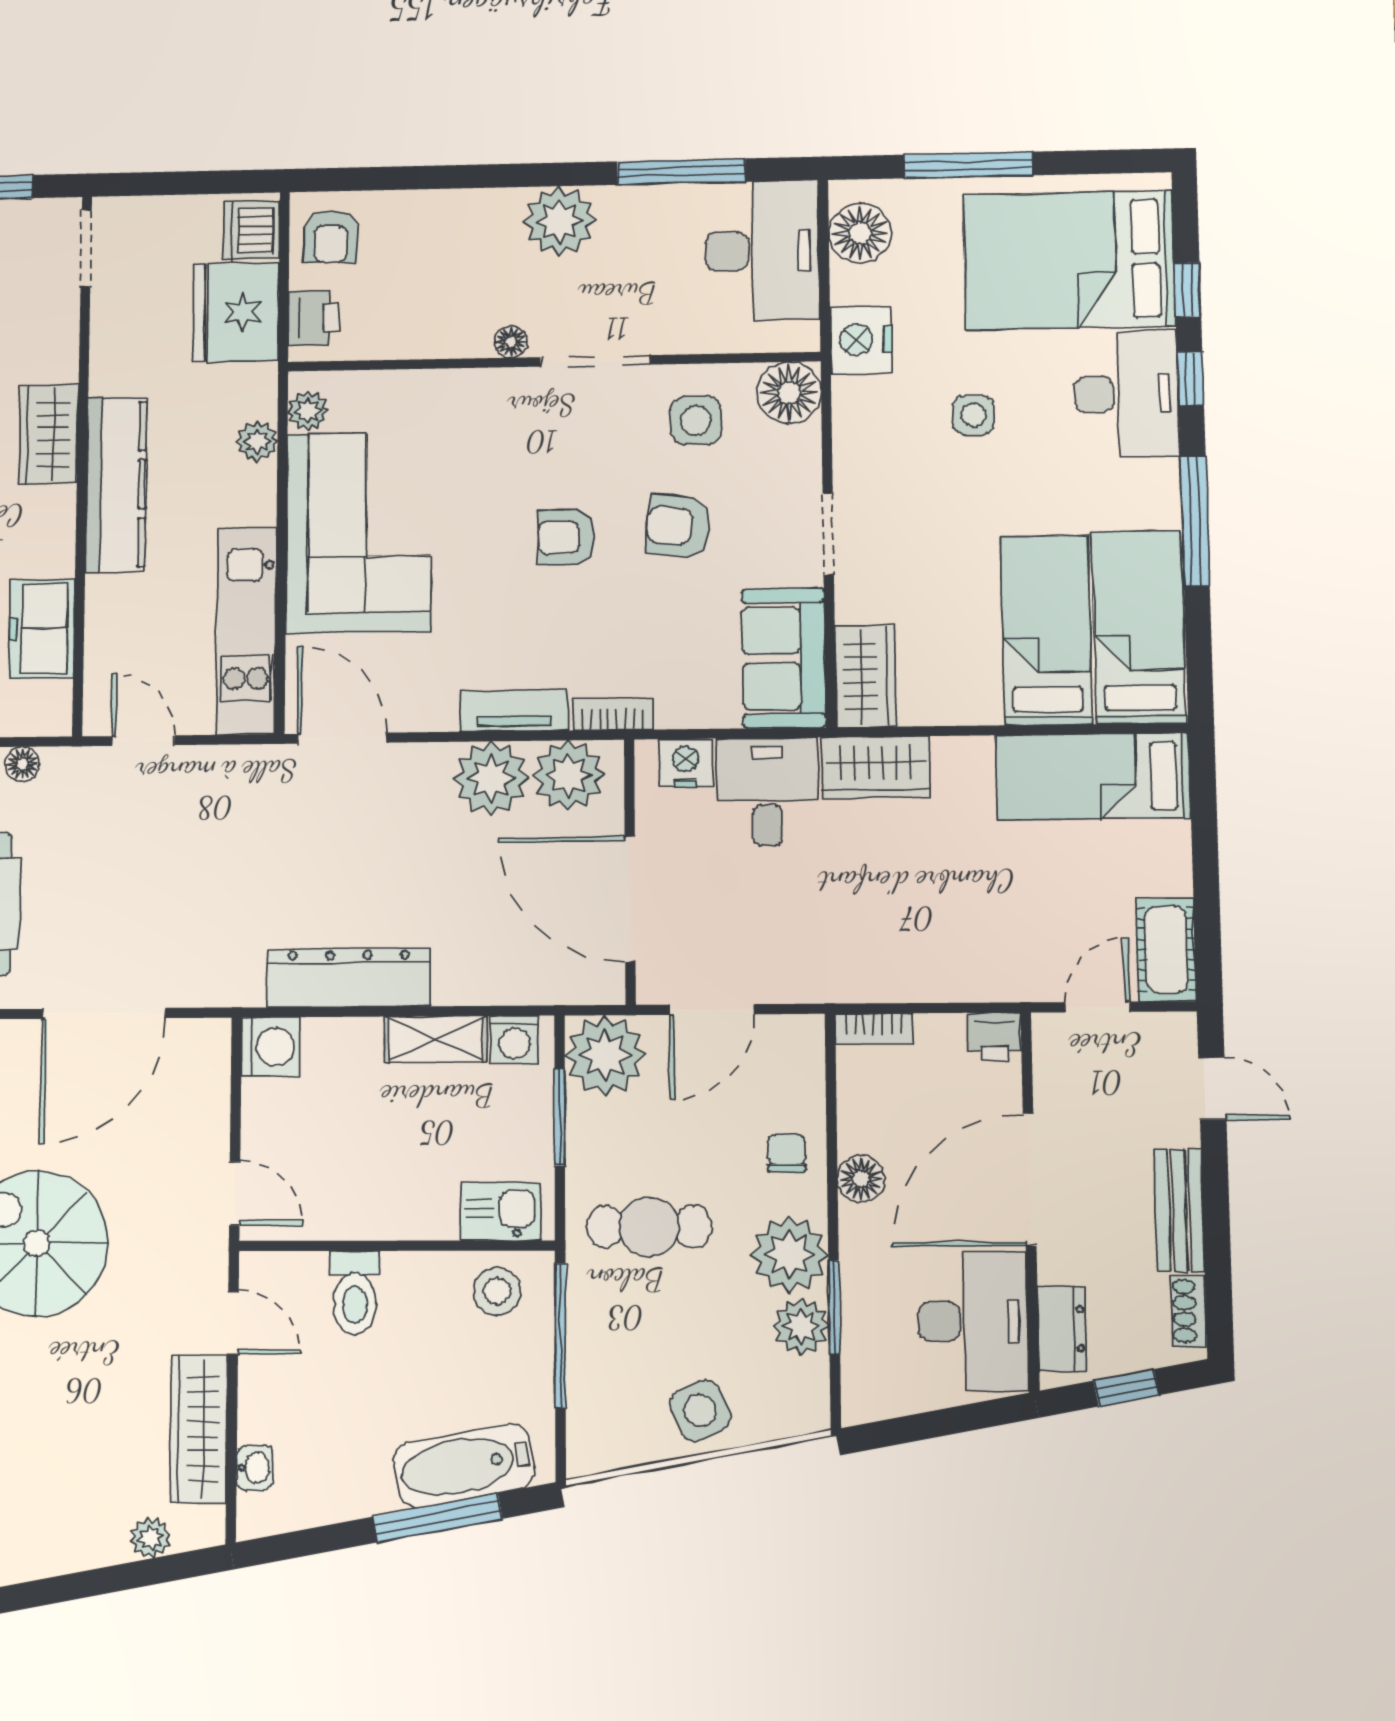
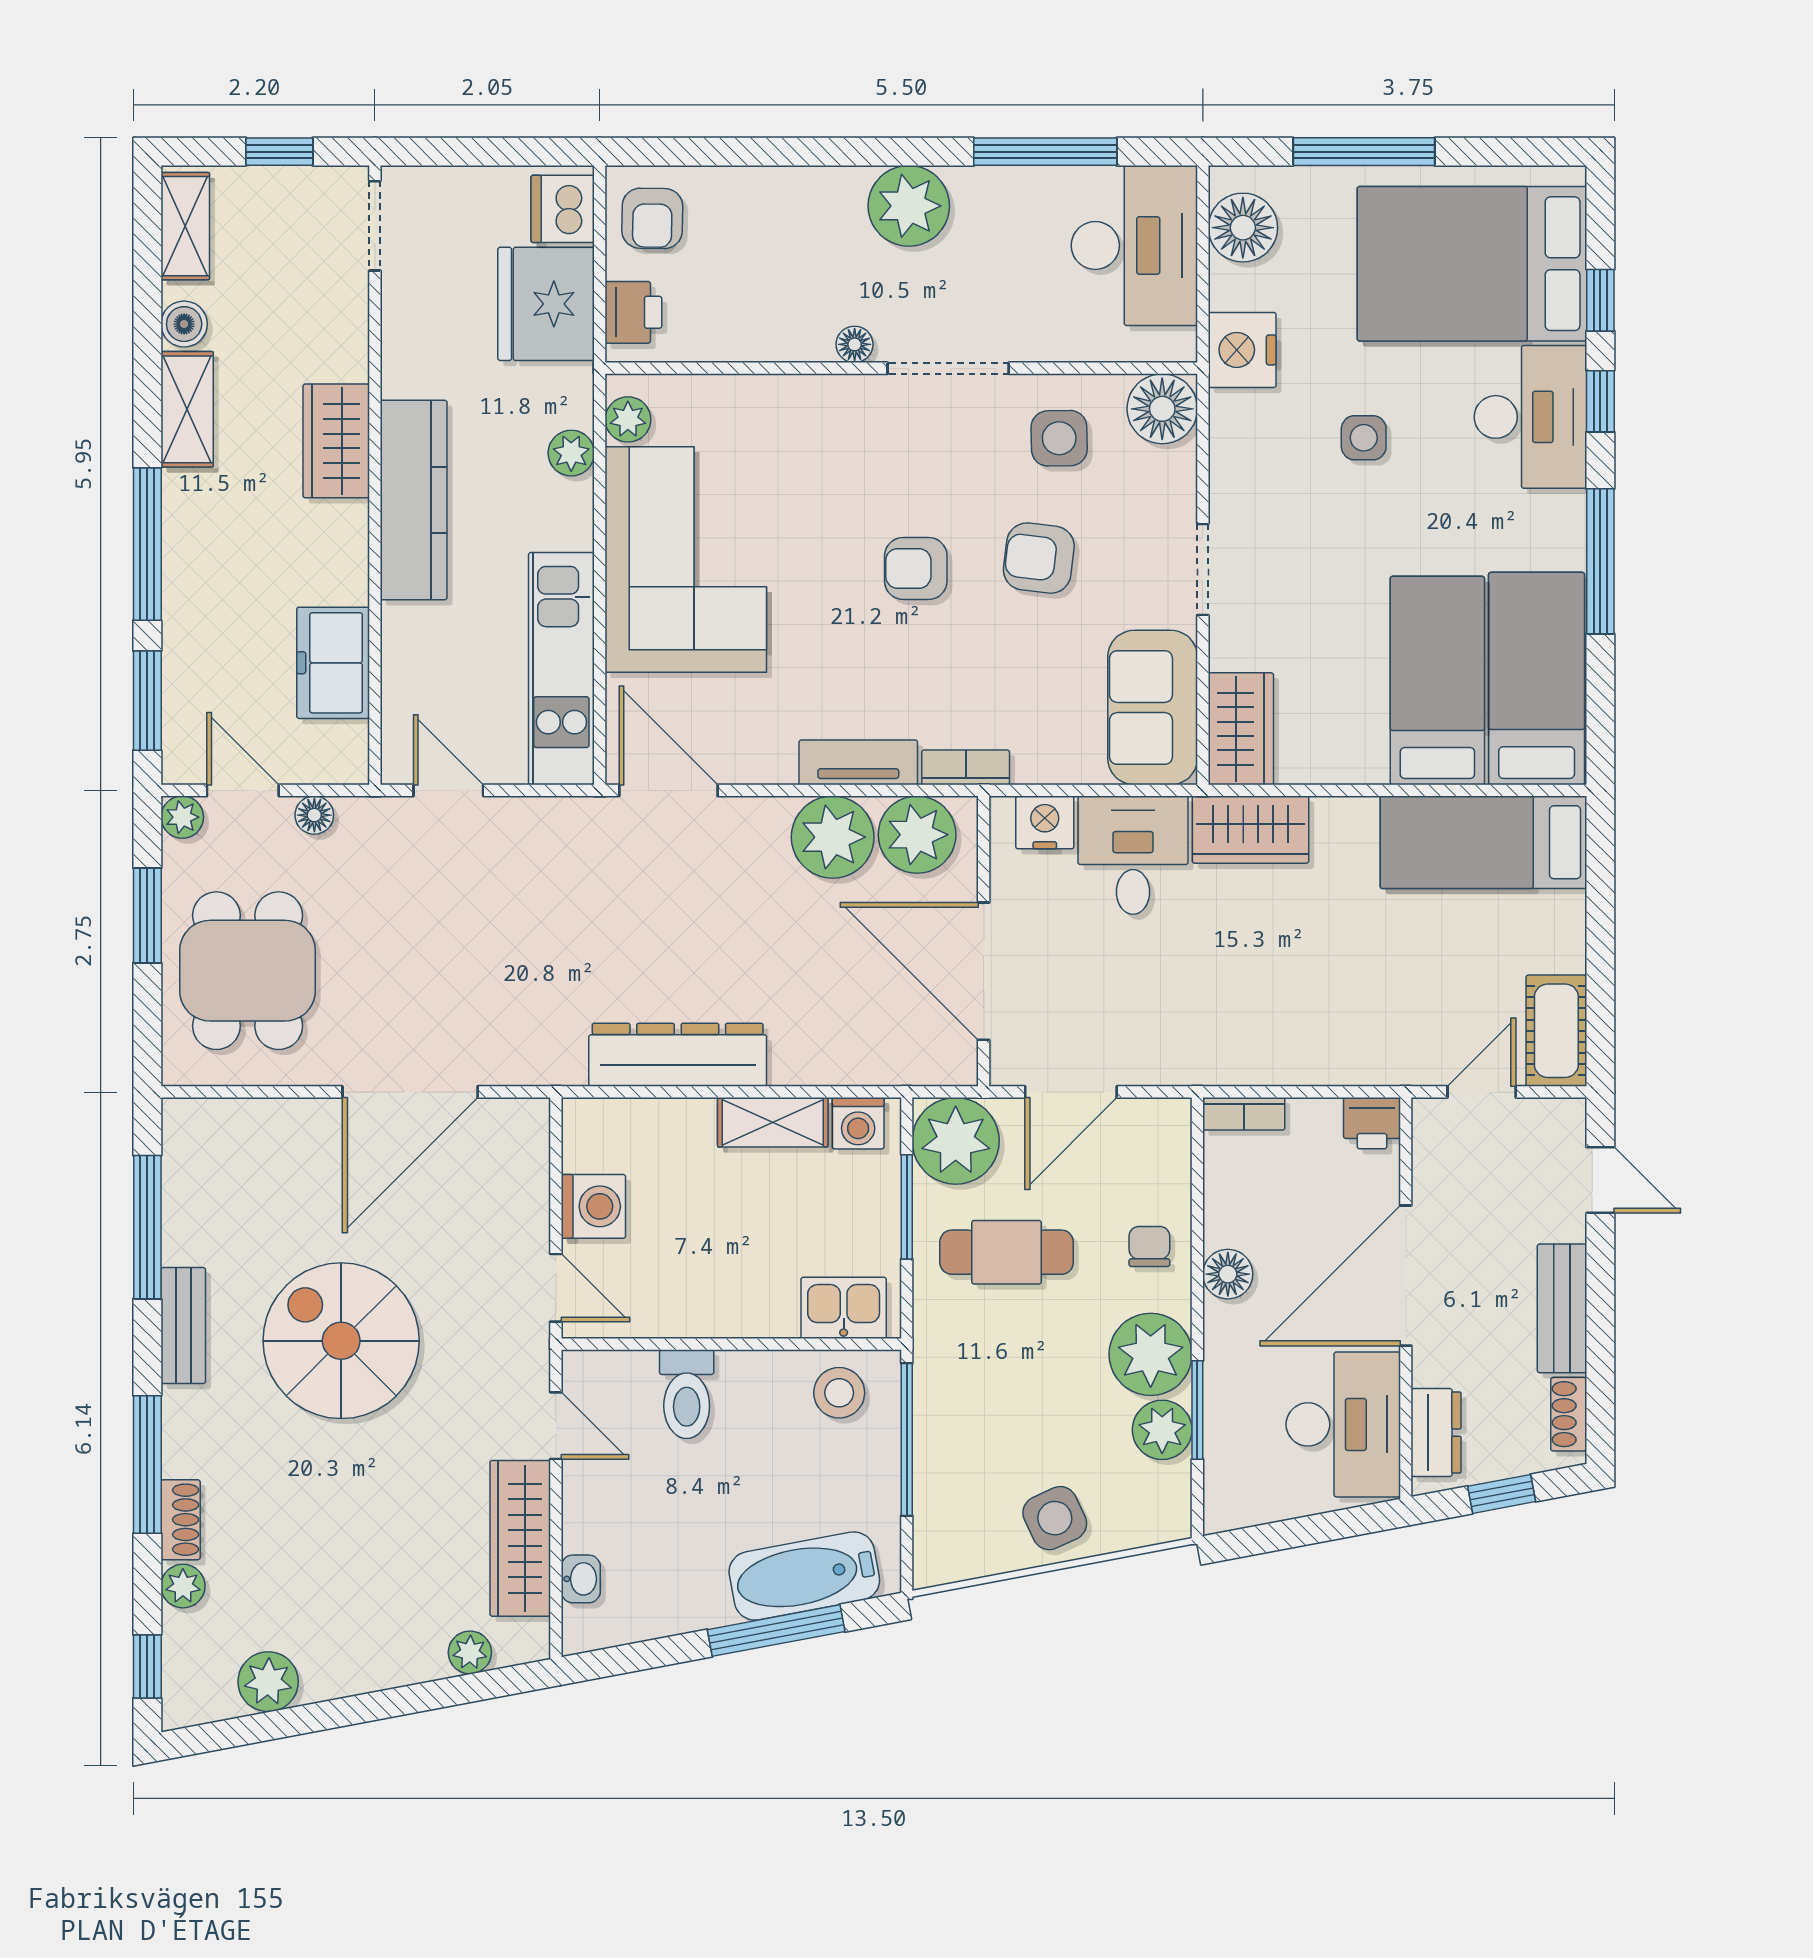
washing machine: (271, 1047) -> (593, 1206), moved
cafe table: (649, 1227) -> (1007, 1252), moved

